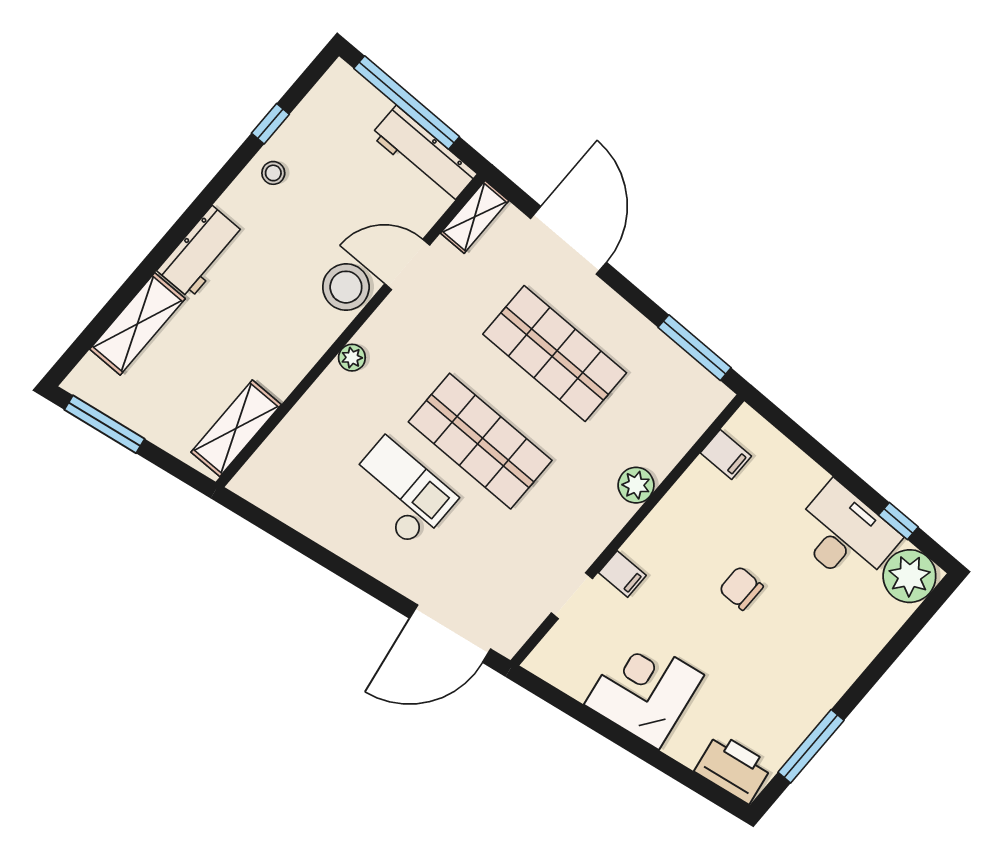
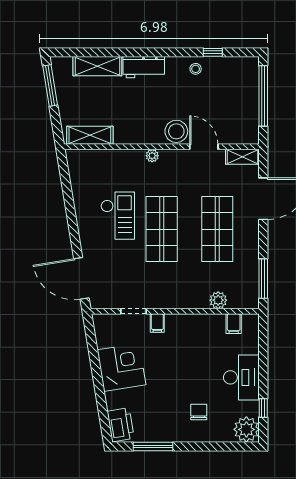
workbench: (424, 155) -> (249, 119), removed
plant: (636, 485) -> (218, 300), moved
desk: (845, 535) -> (241, 377), moved
chair: (741, 588) -> (199, 412), moved

